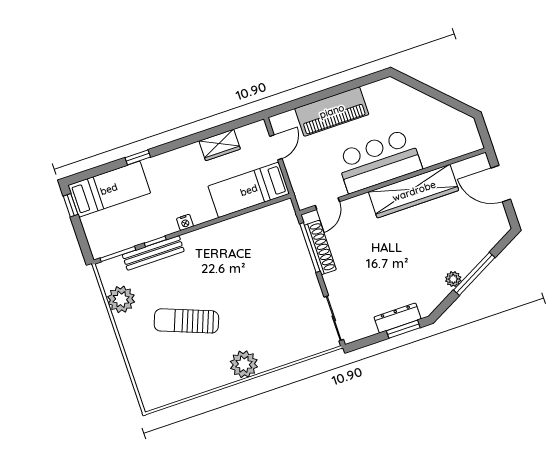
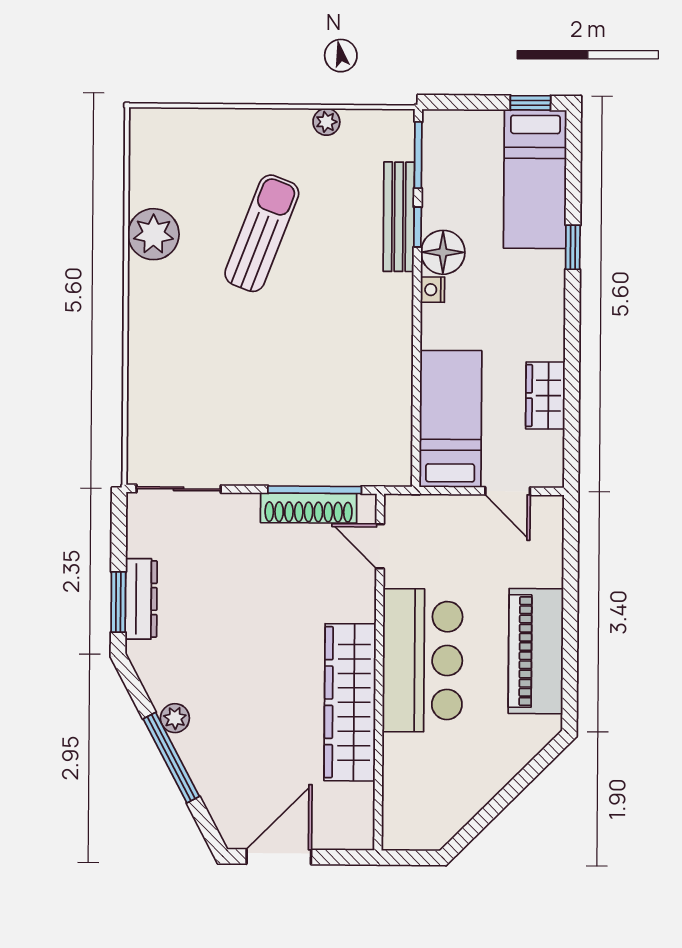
piano: (332, 111) -> (536, 651), moved
door: (501, 184) -> (279, 857), moved
floor lamp: (164, 224) -> (443, 252), added
plant: (121, 299) -> (326, 122), width x0.53, depth x0.53
plant: (244, 364) -> (153, 234), moved

